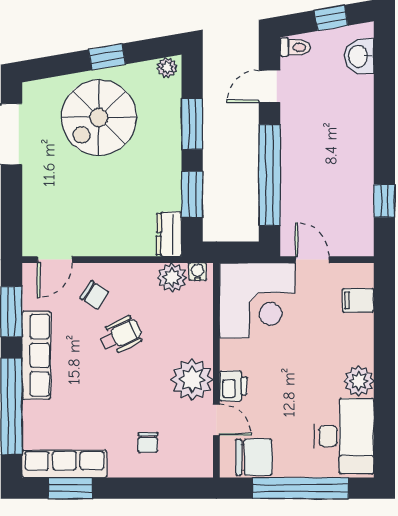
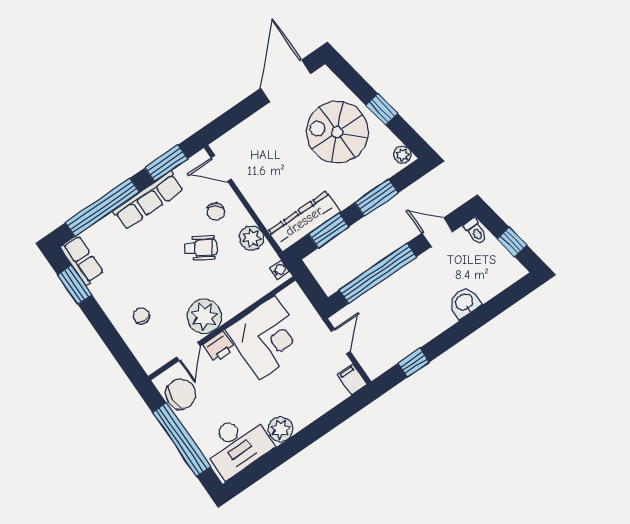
washbasin: (359, 56) -> (465, 303), moved
dresser: (169, 234) -> (304, 221), width x1.96, depth x1.24
plant: (172, 278) -> (252, 238), moved
corner desk: (257, 300) -> (267, 338), moved, turned -90
filing cabinet: (358, 300) -> (352, 379), moved
wheelchair: (121, 335) -> (201, 248), turned -32
chair: (148, 442) -> (141, 316), turned 90
chair: (254, 457) -> (181, 394), turned -90
row of seats: (64, 464) -> (82, 260), width x0.68

